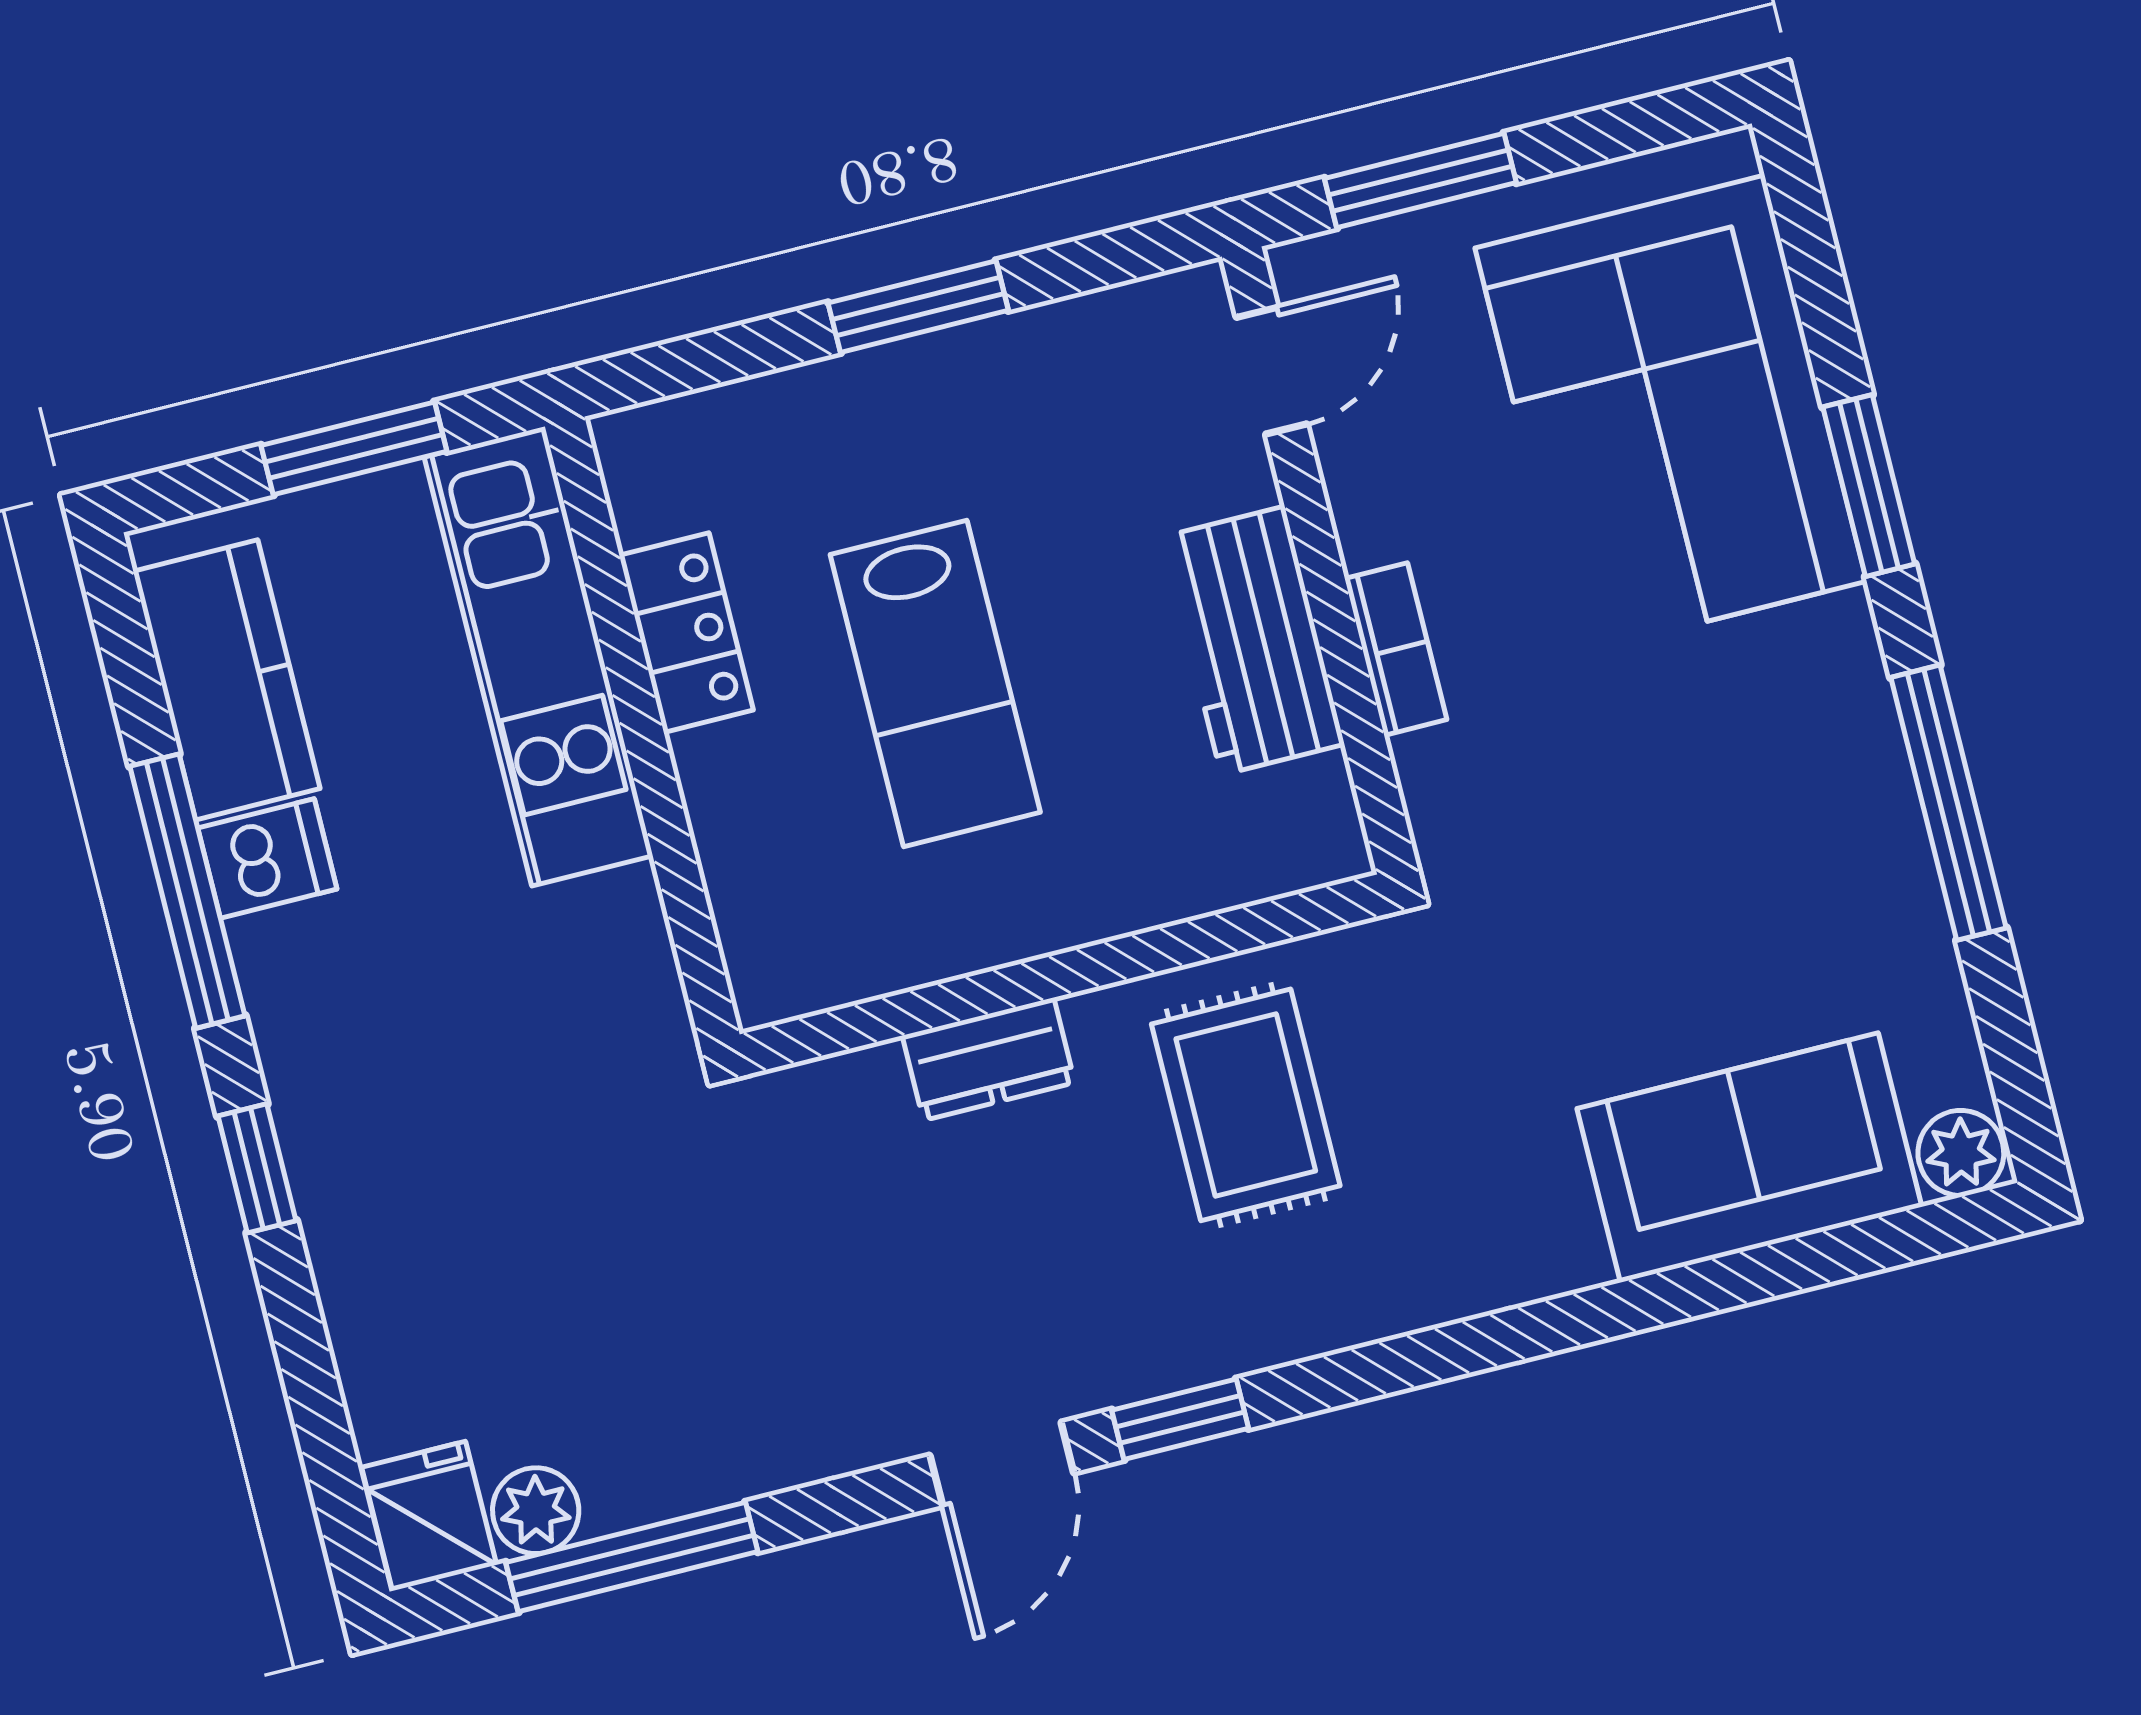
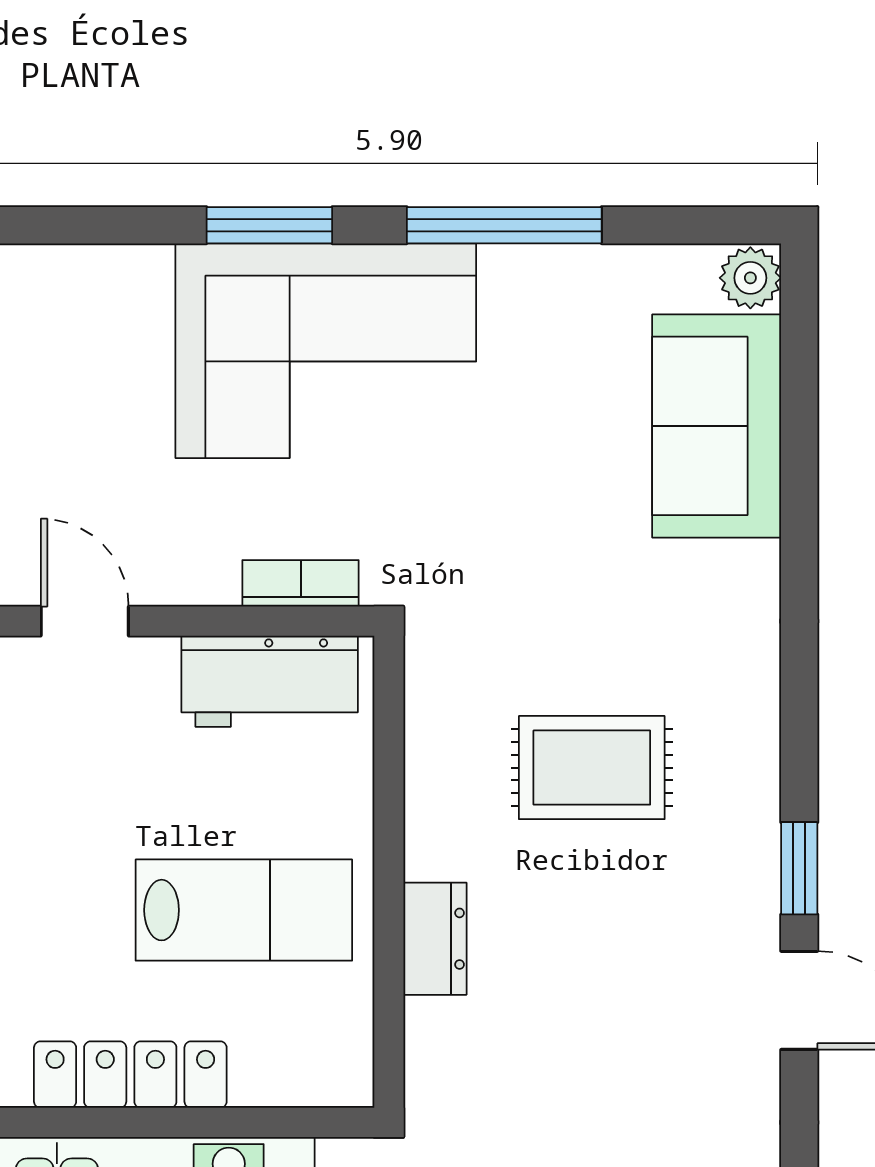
corner sofa: (1671, 415) -> (326, 351), moved
locker: (686, 633) -> (130, 1075), width x1.53
wall: (1063, 974) -> (389, 872), moved
dresser: (989, 1059) -> (435, 939), moved

